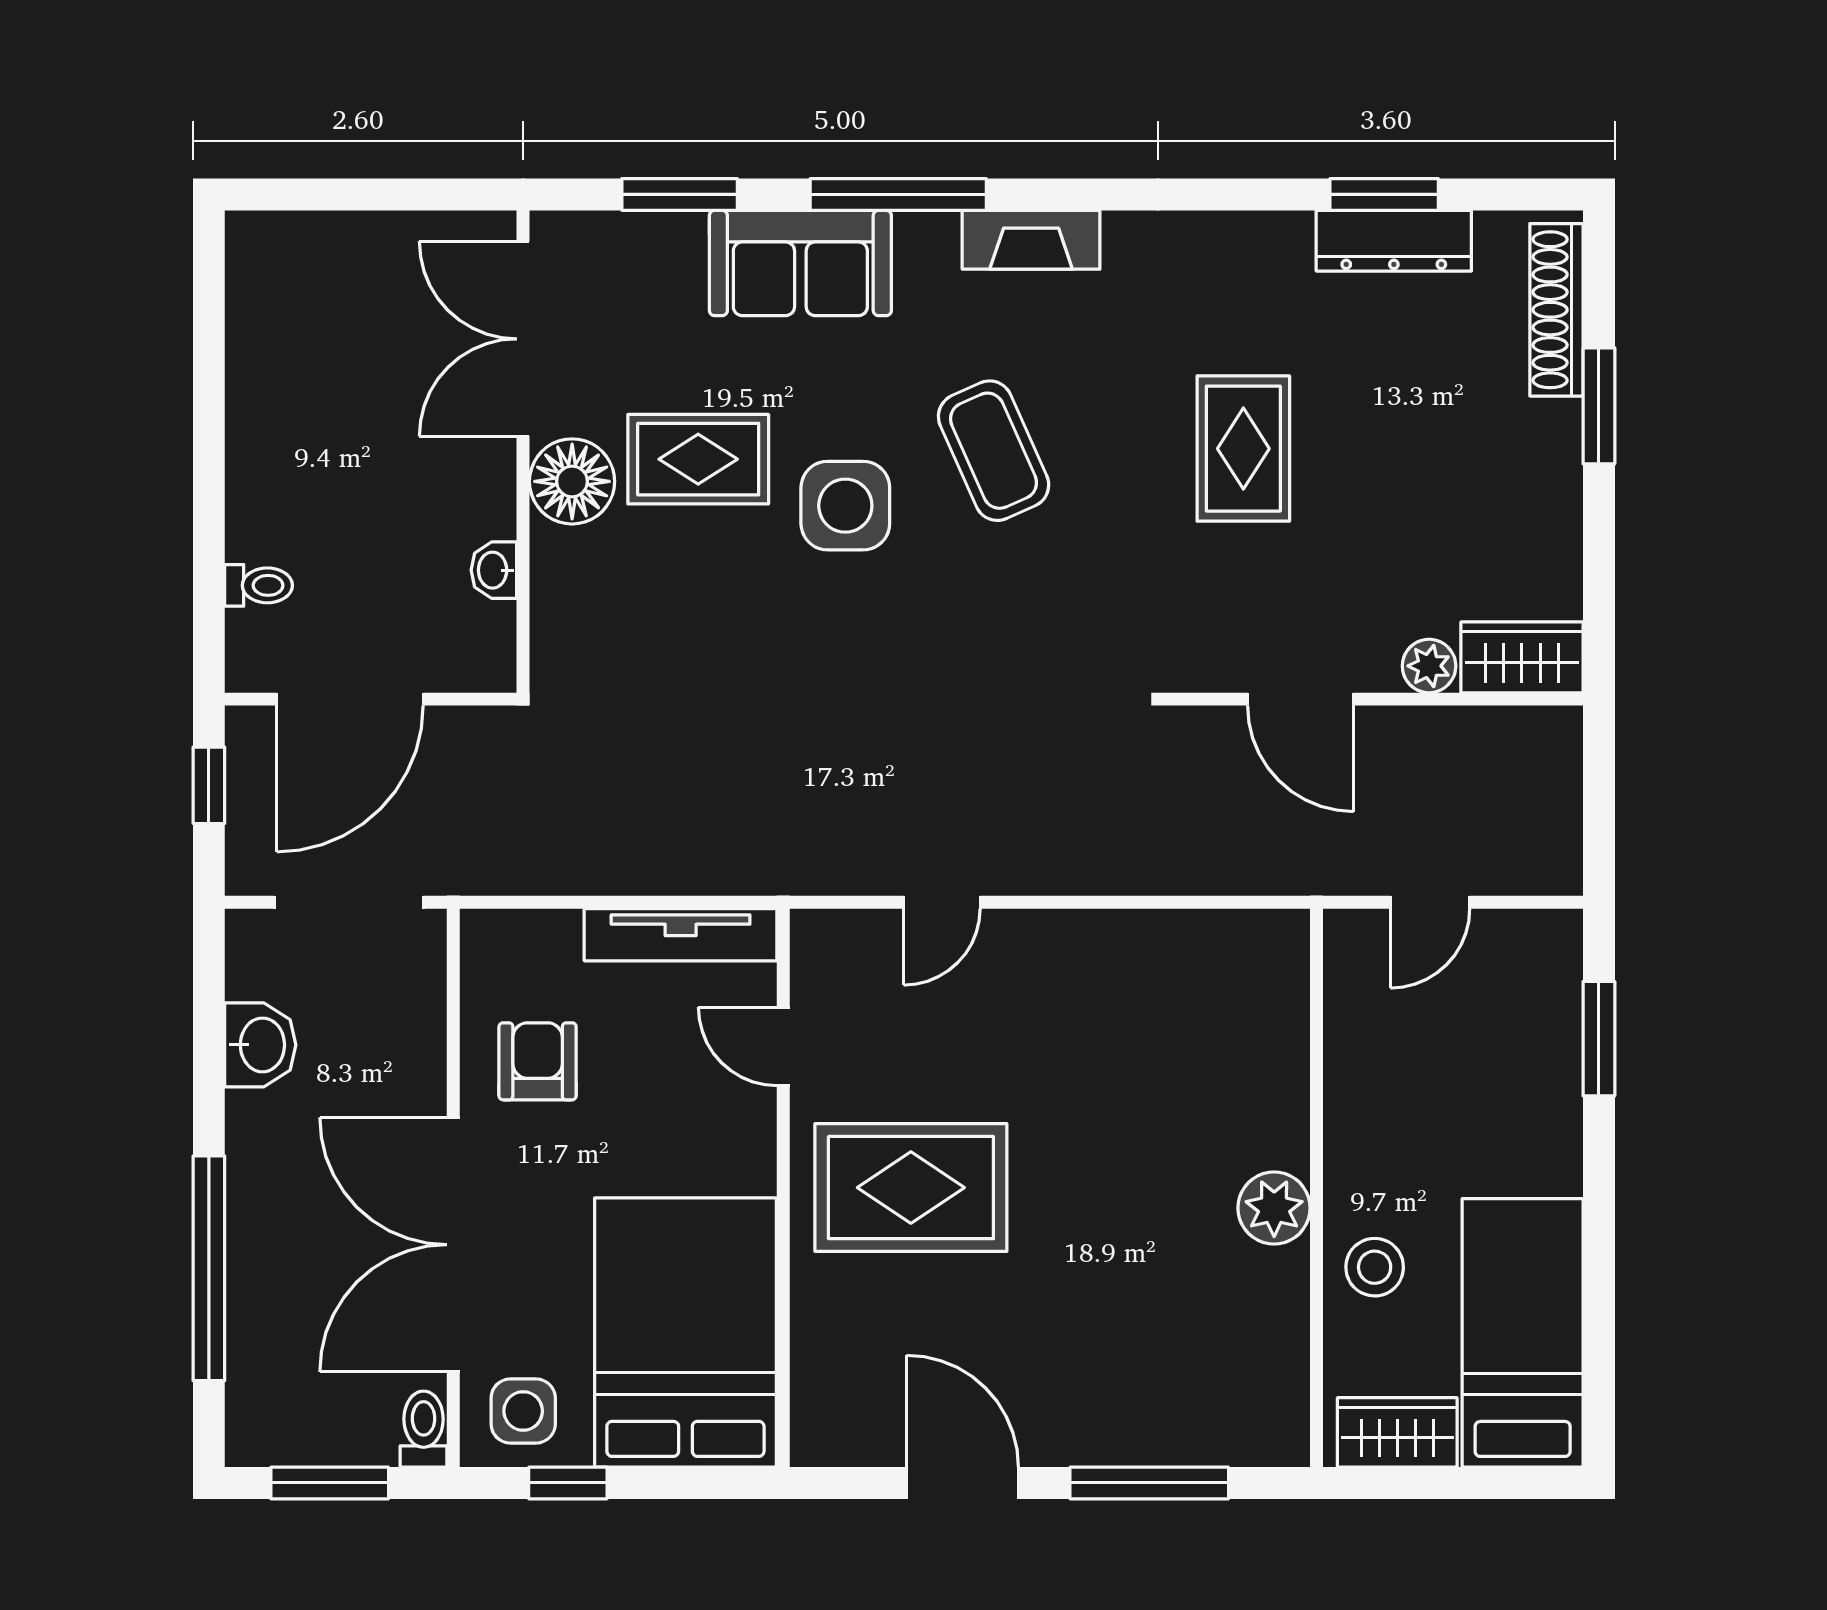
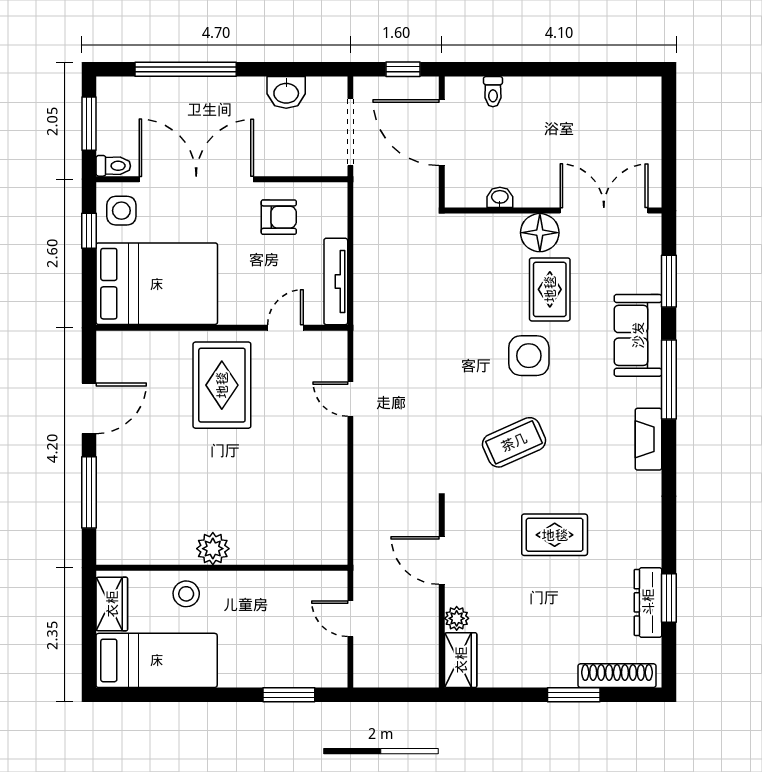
coffee table: (994, 451) -> (514, 442), moved
door: (1301, 699) -> (442, 561), hinge flipped

